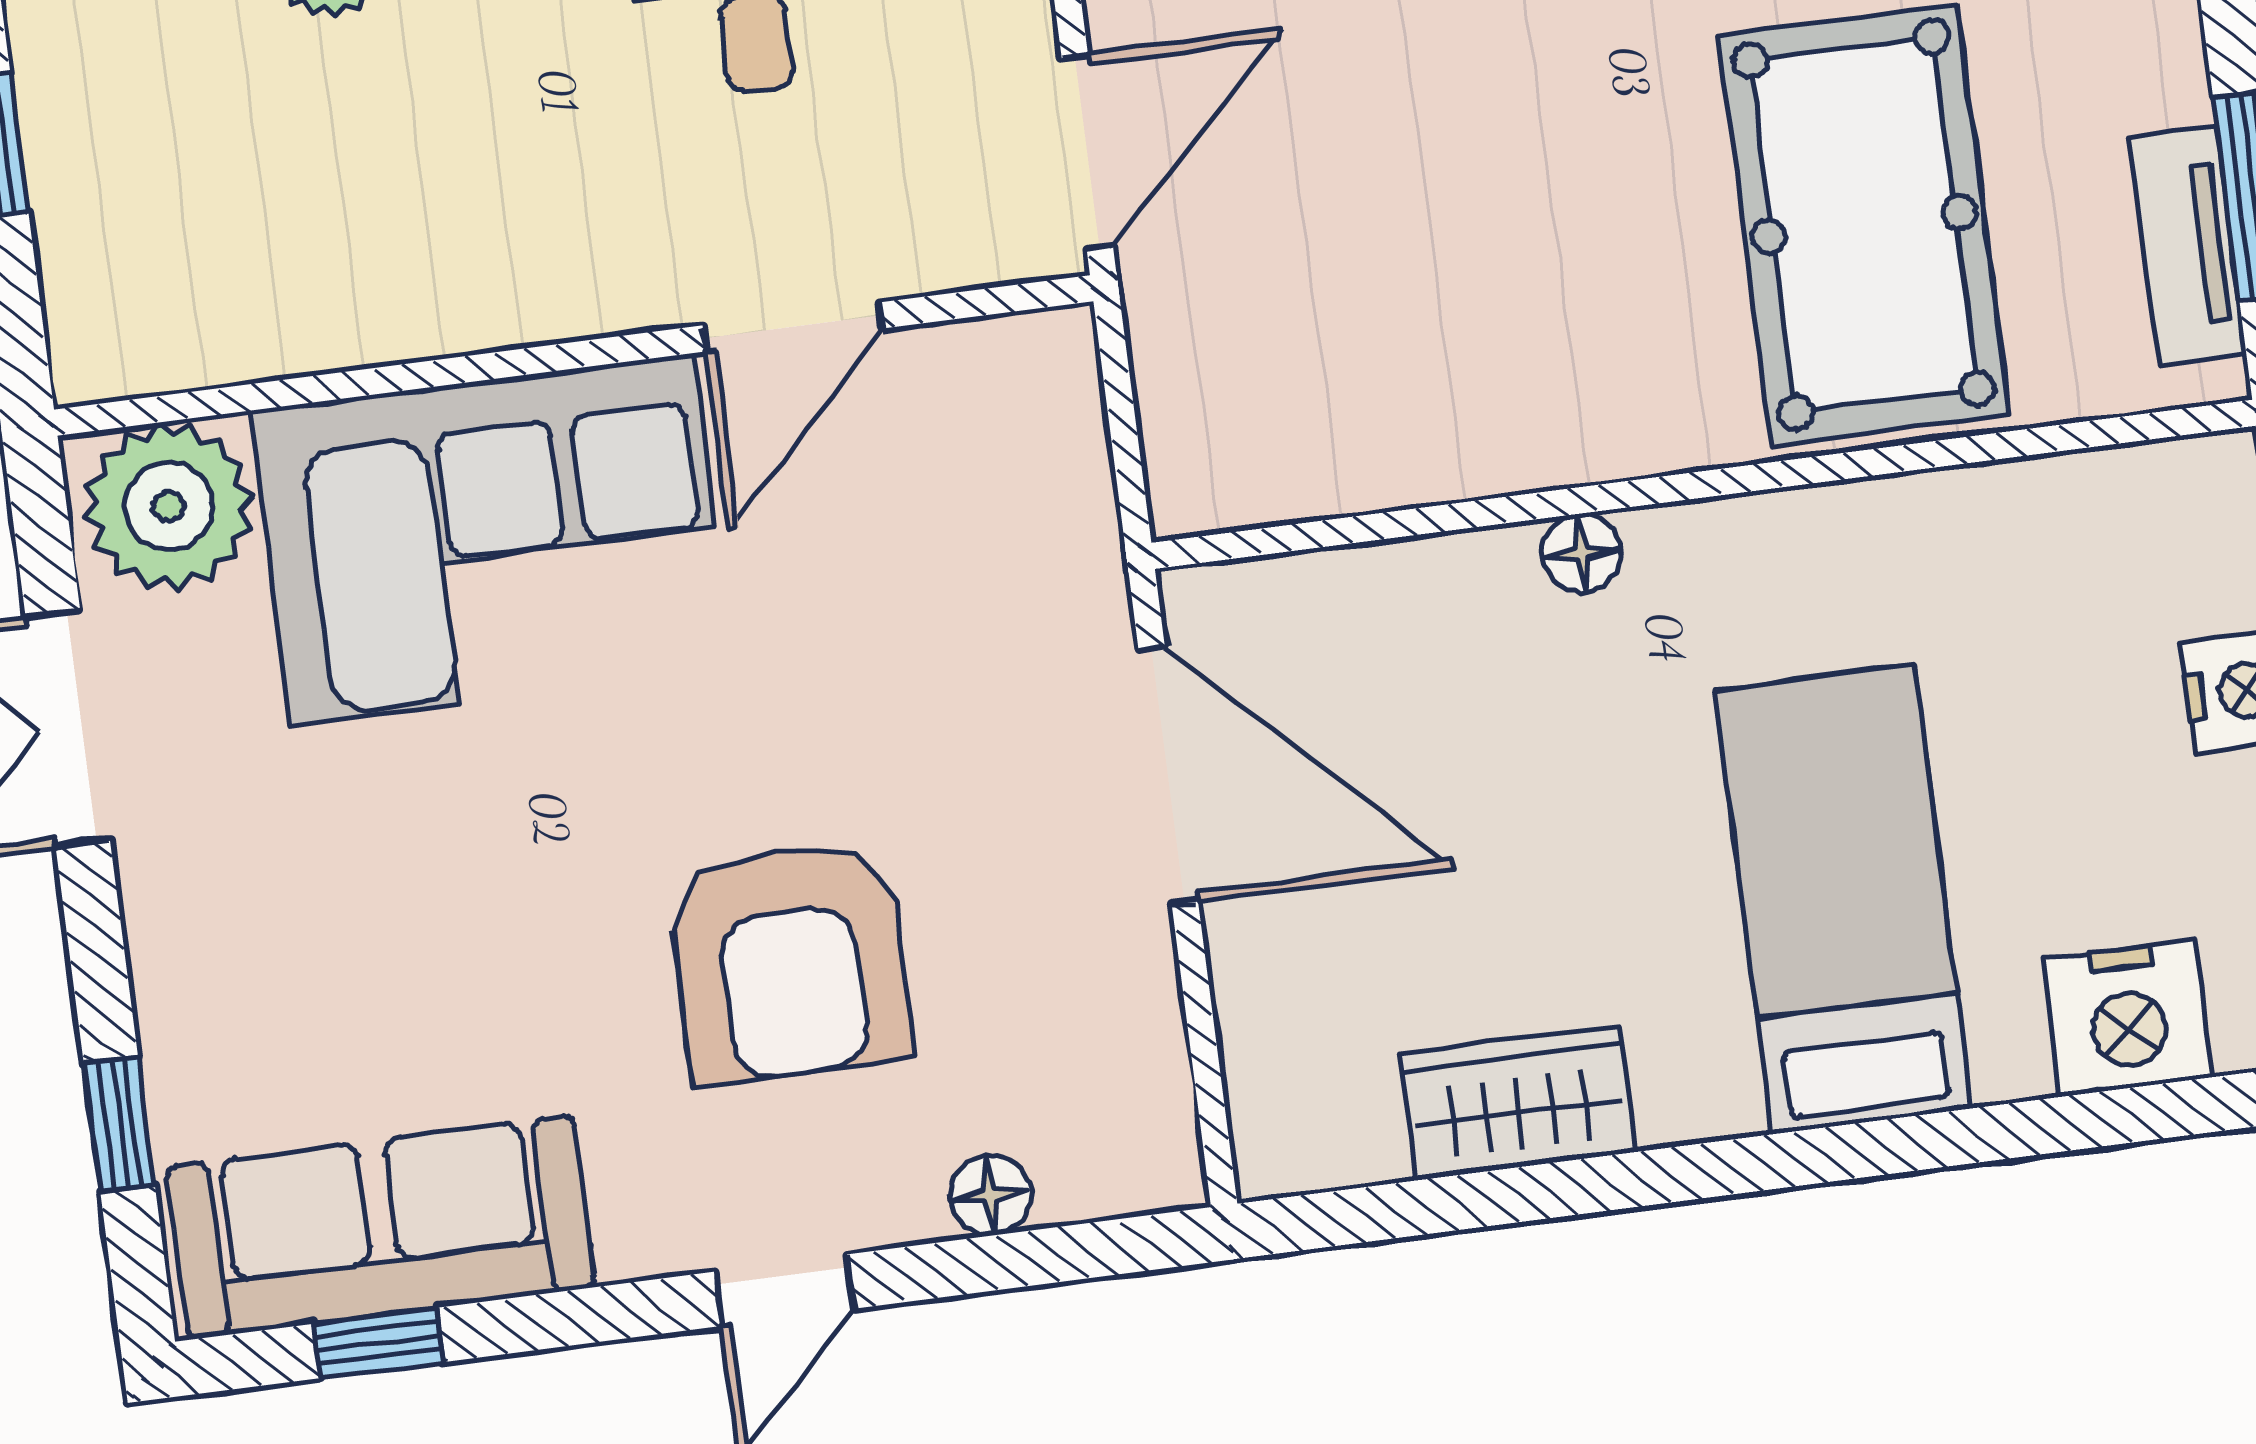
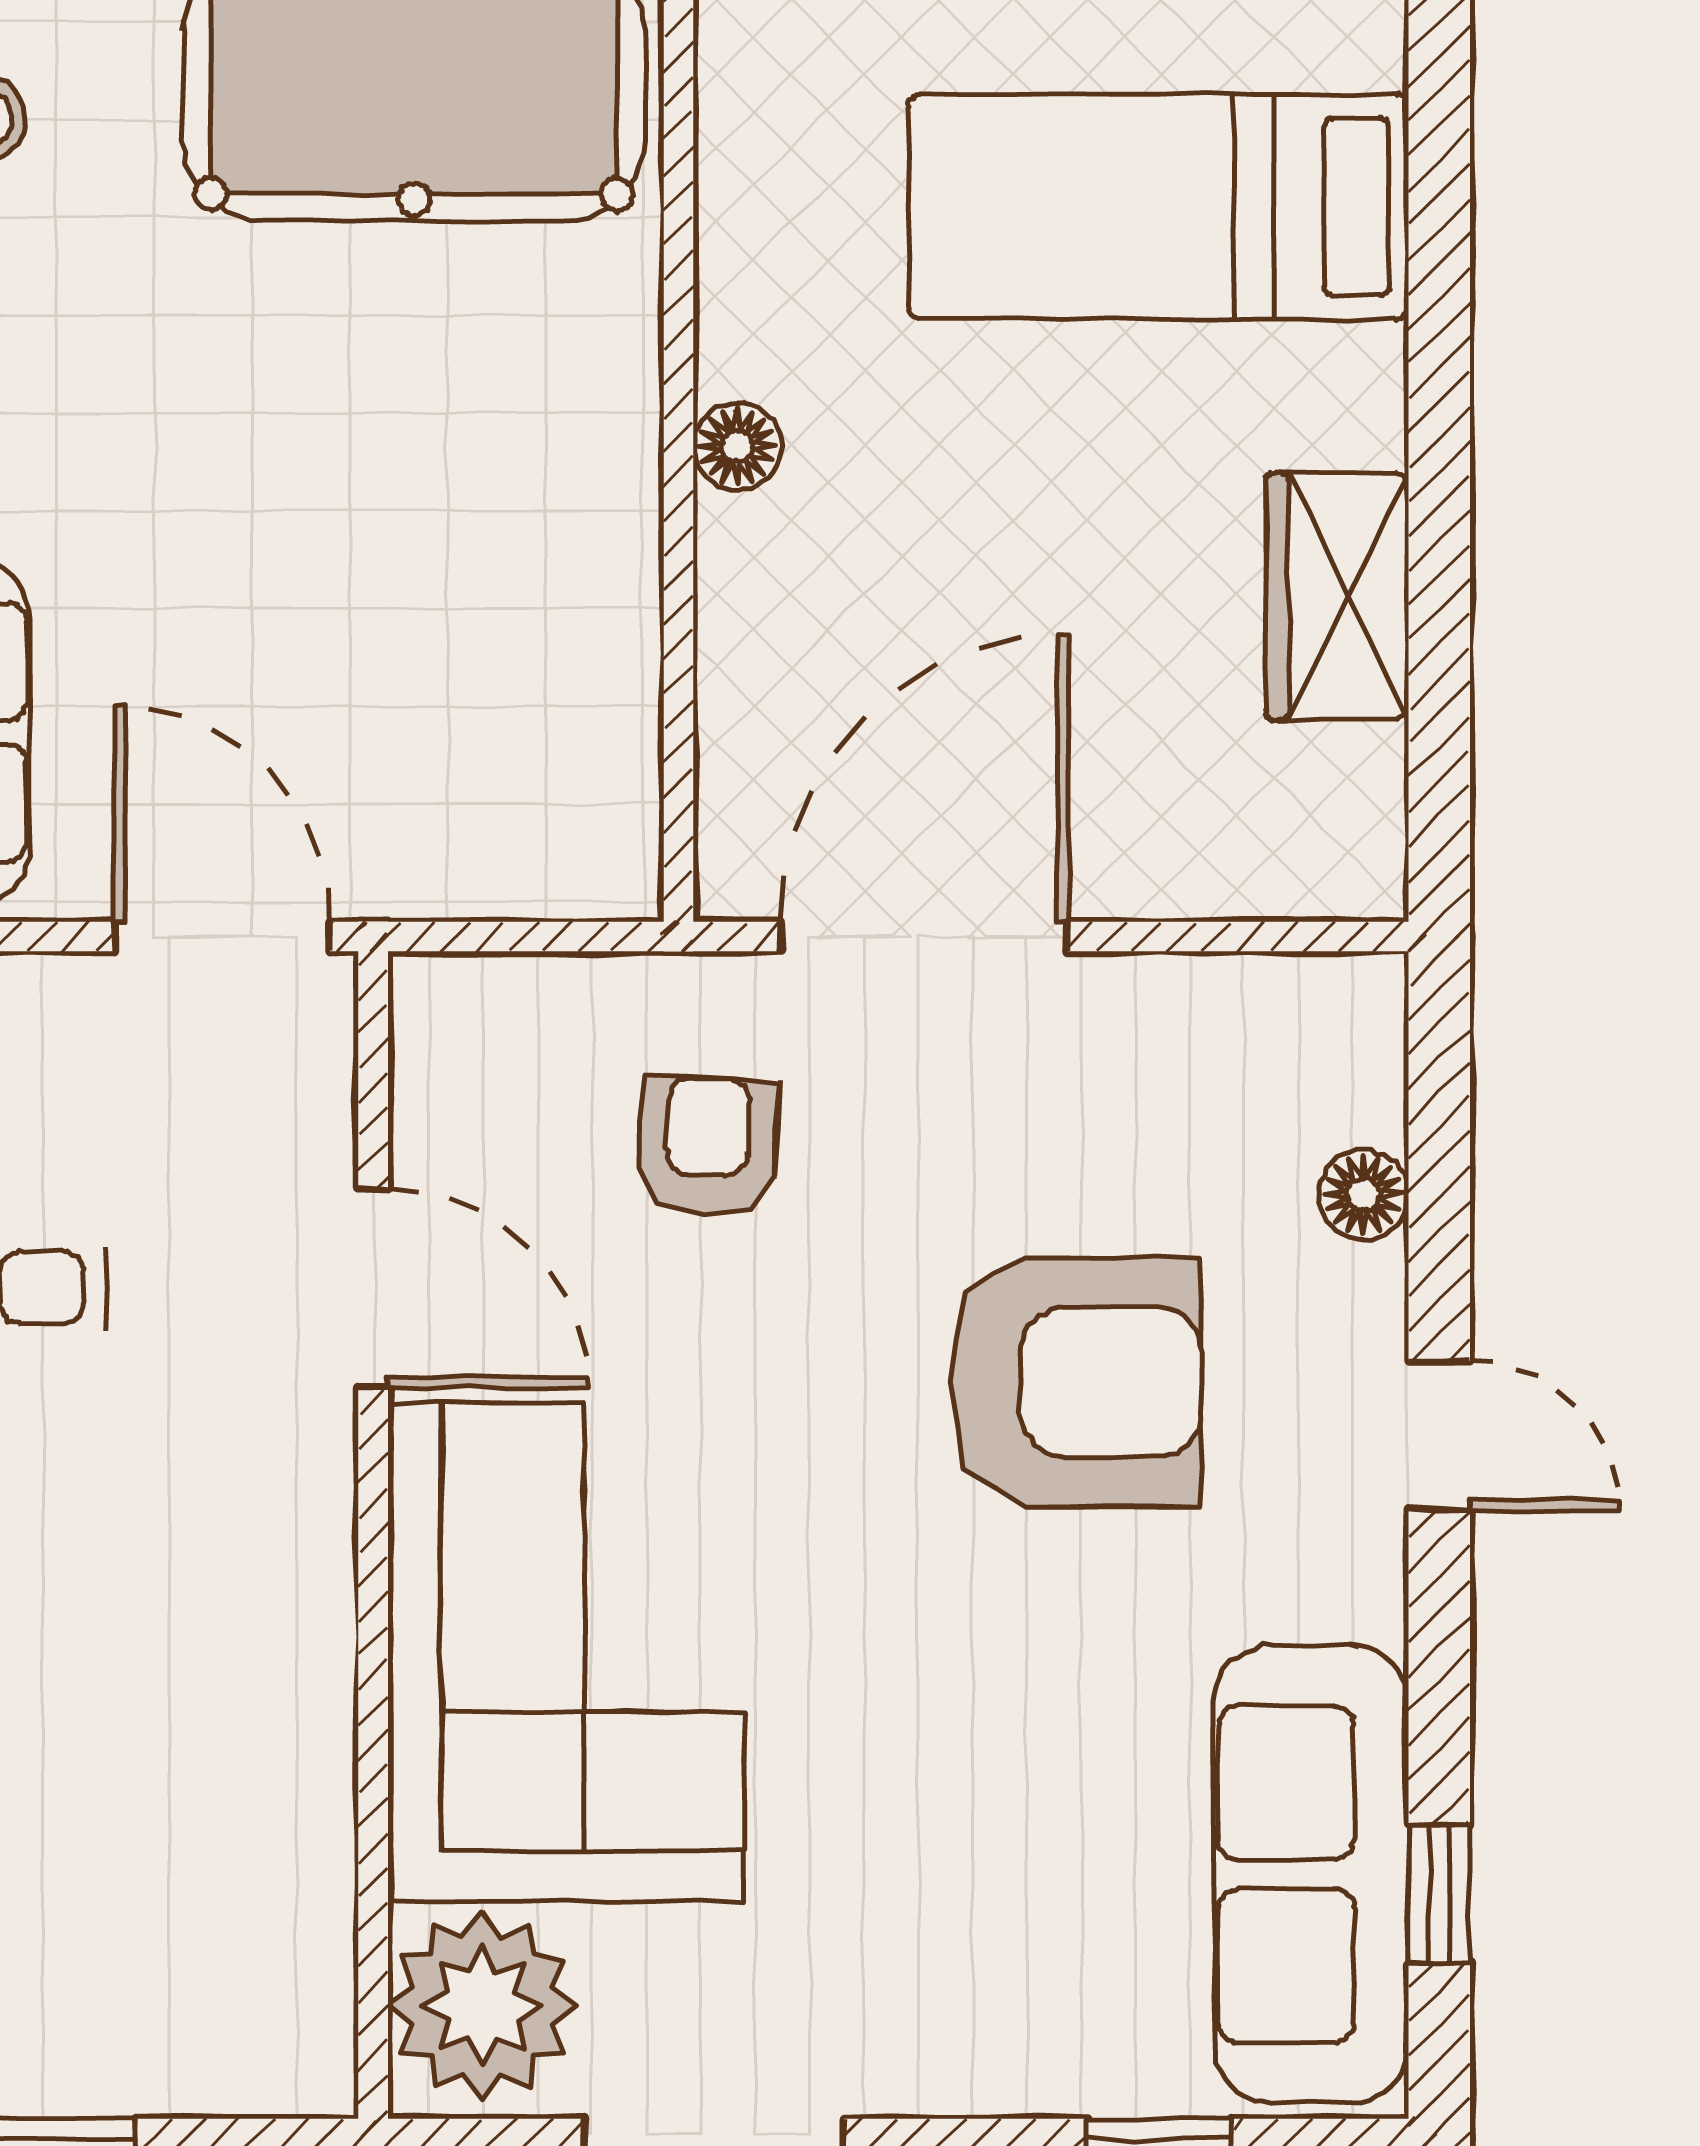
armchair: (958, 607) -> (708, 1146), added

